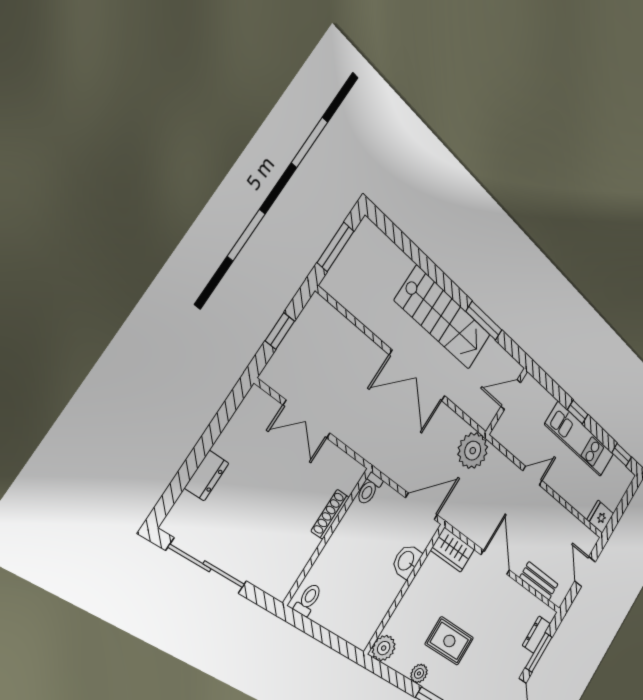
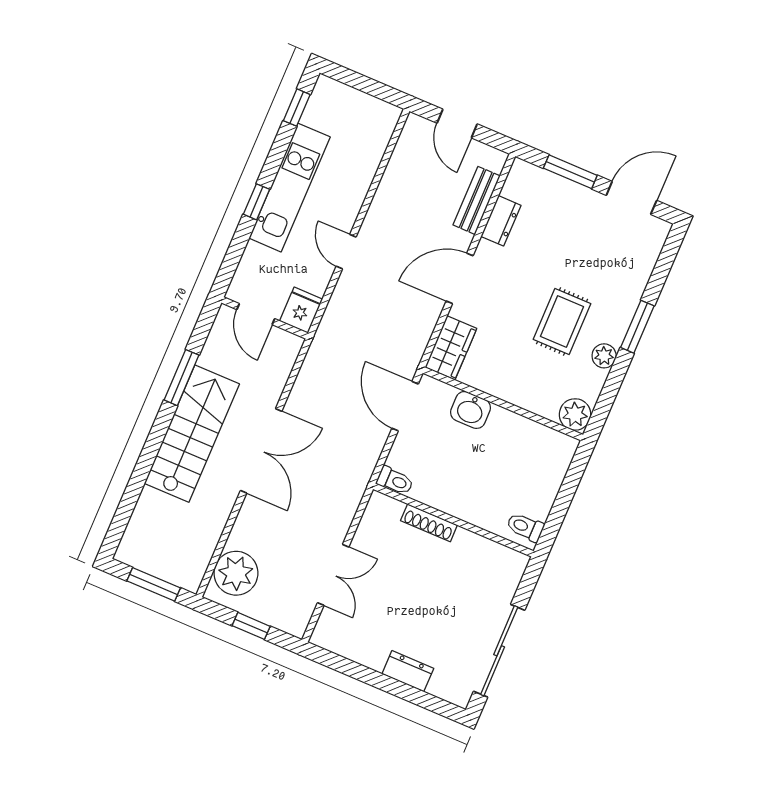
plant: (473, 451) -> (236, 573), moved
fridge: (600, 517) -> (301, 310), moved, turned 180
door: (585, 571) -> (457, 124), hinge flipped
dresser: (536, 635) -> (501, 221), moved, turned -90

